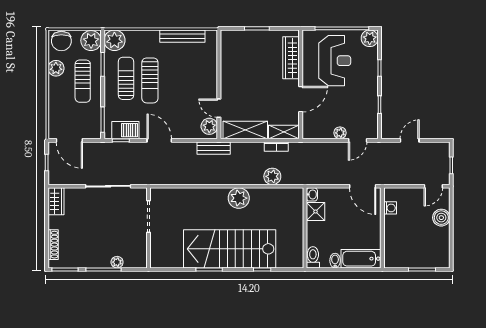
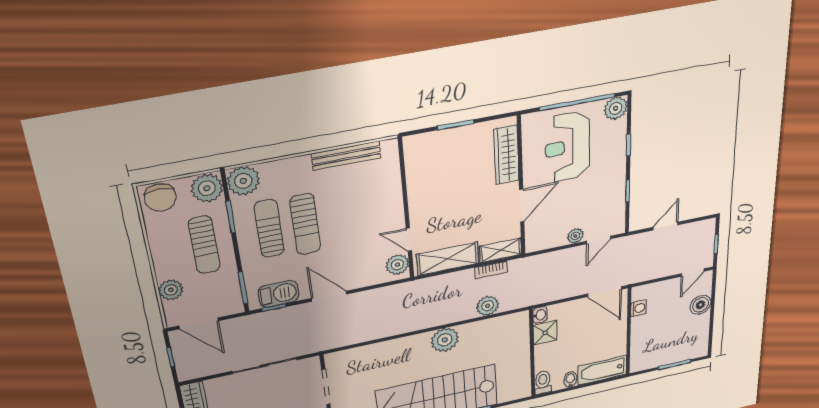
reception desk: (335, 61) -> (568, 147), turned 180
plant: (56, 68) -> (171, 290), moved
bench: (214, 148) -> (406, 290), removed

